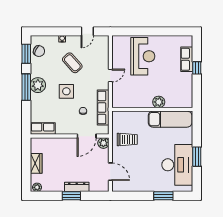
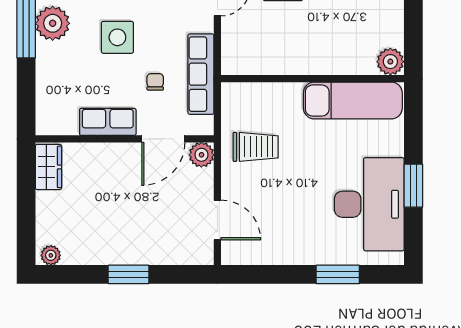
plant: (159, 102) -> (390, 62), moved
row of seats: (43, 129) -> (108, 122), moved
wardrobe: (36, 163) -> (49, 167), moved
dresser: (77, 187) -> (141, 254), removed

